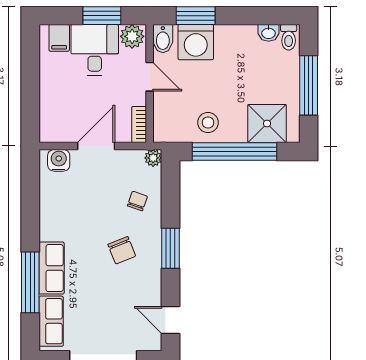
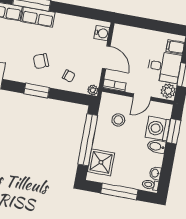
bidet: (163, 39) -> (157, 146), moved
stool: (208, 122) -> (118, 120), moved

